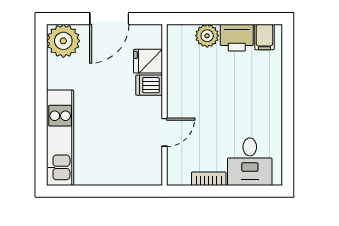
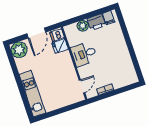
dishwasher: (149, 85) -> (57, 35), moved
door: (164, 132) -> (82, 86), moved
desk: (250, 162) -> (84, 54), moved, turned 90

